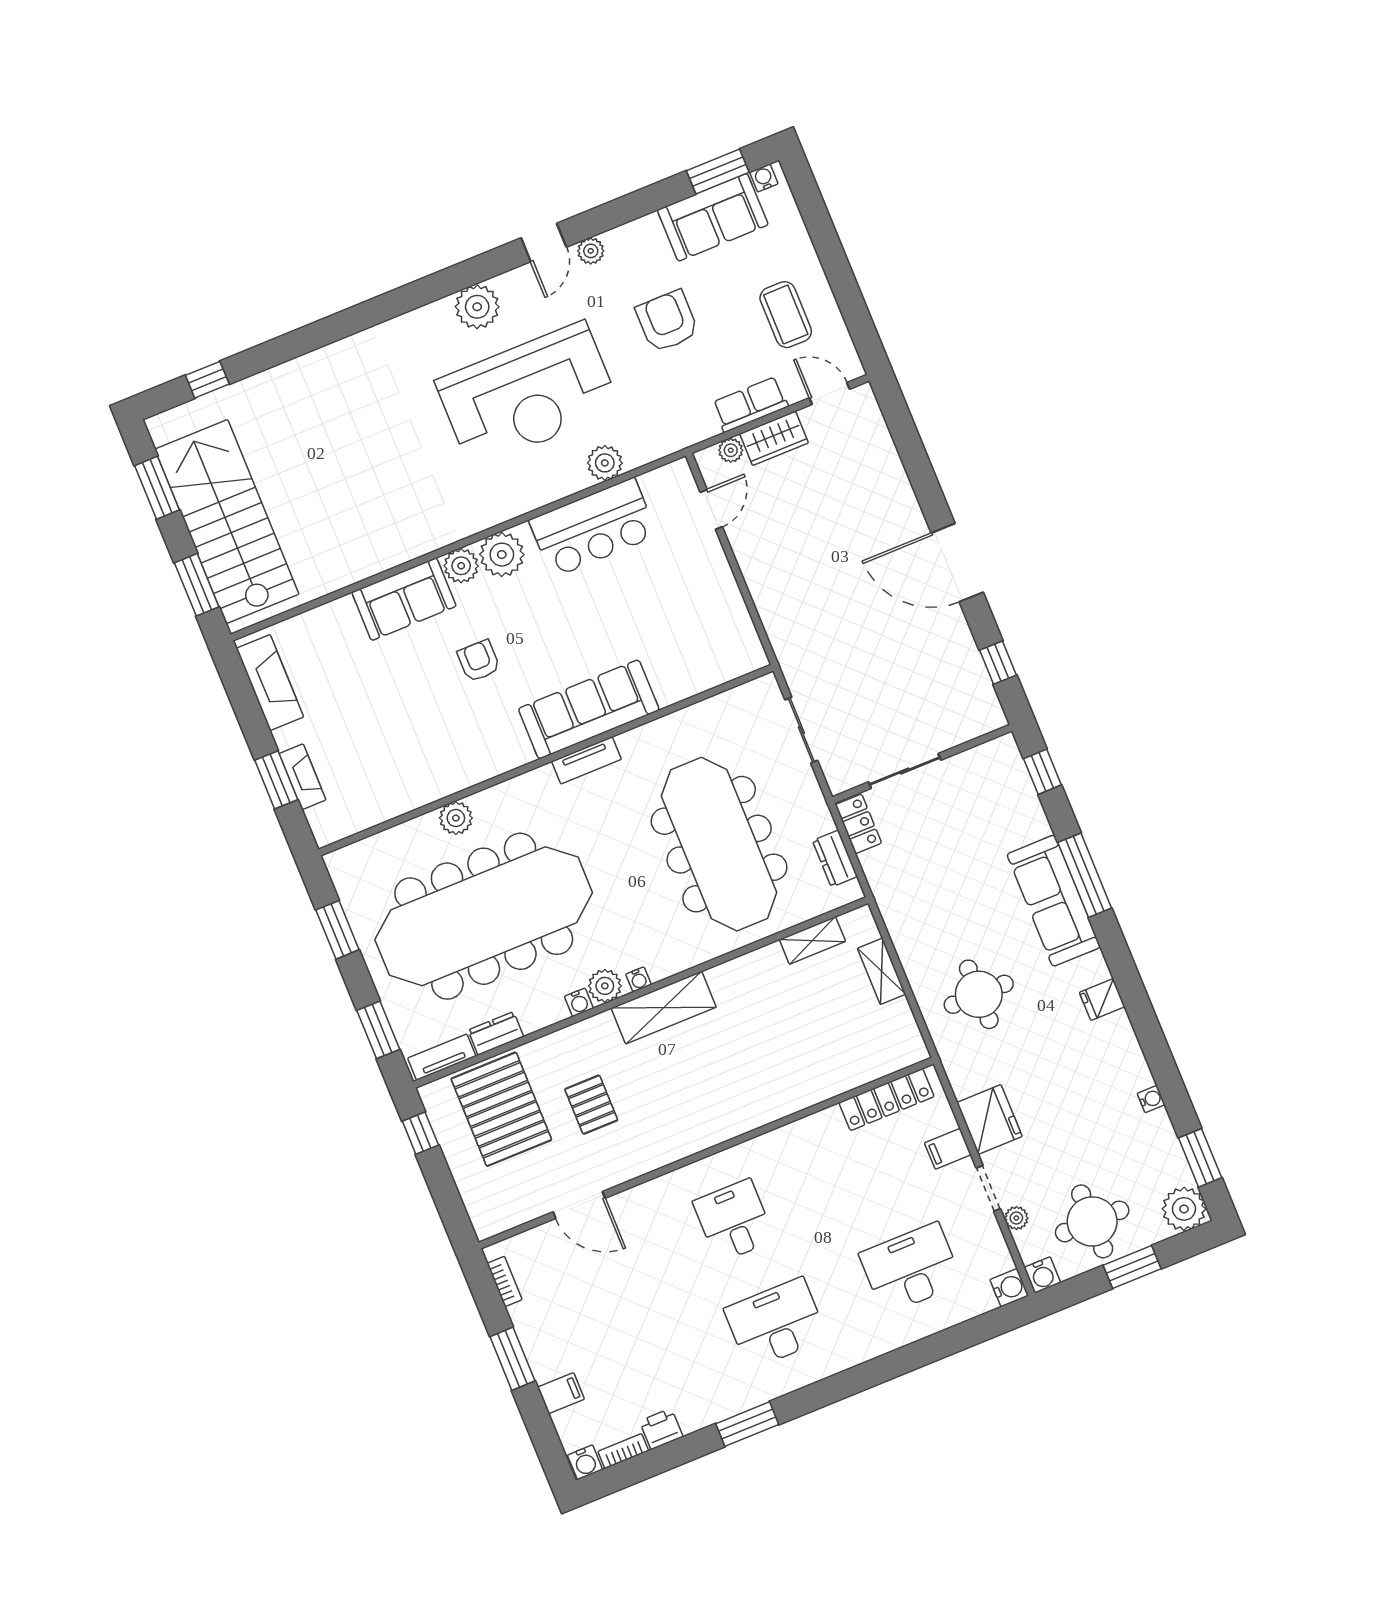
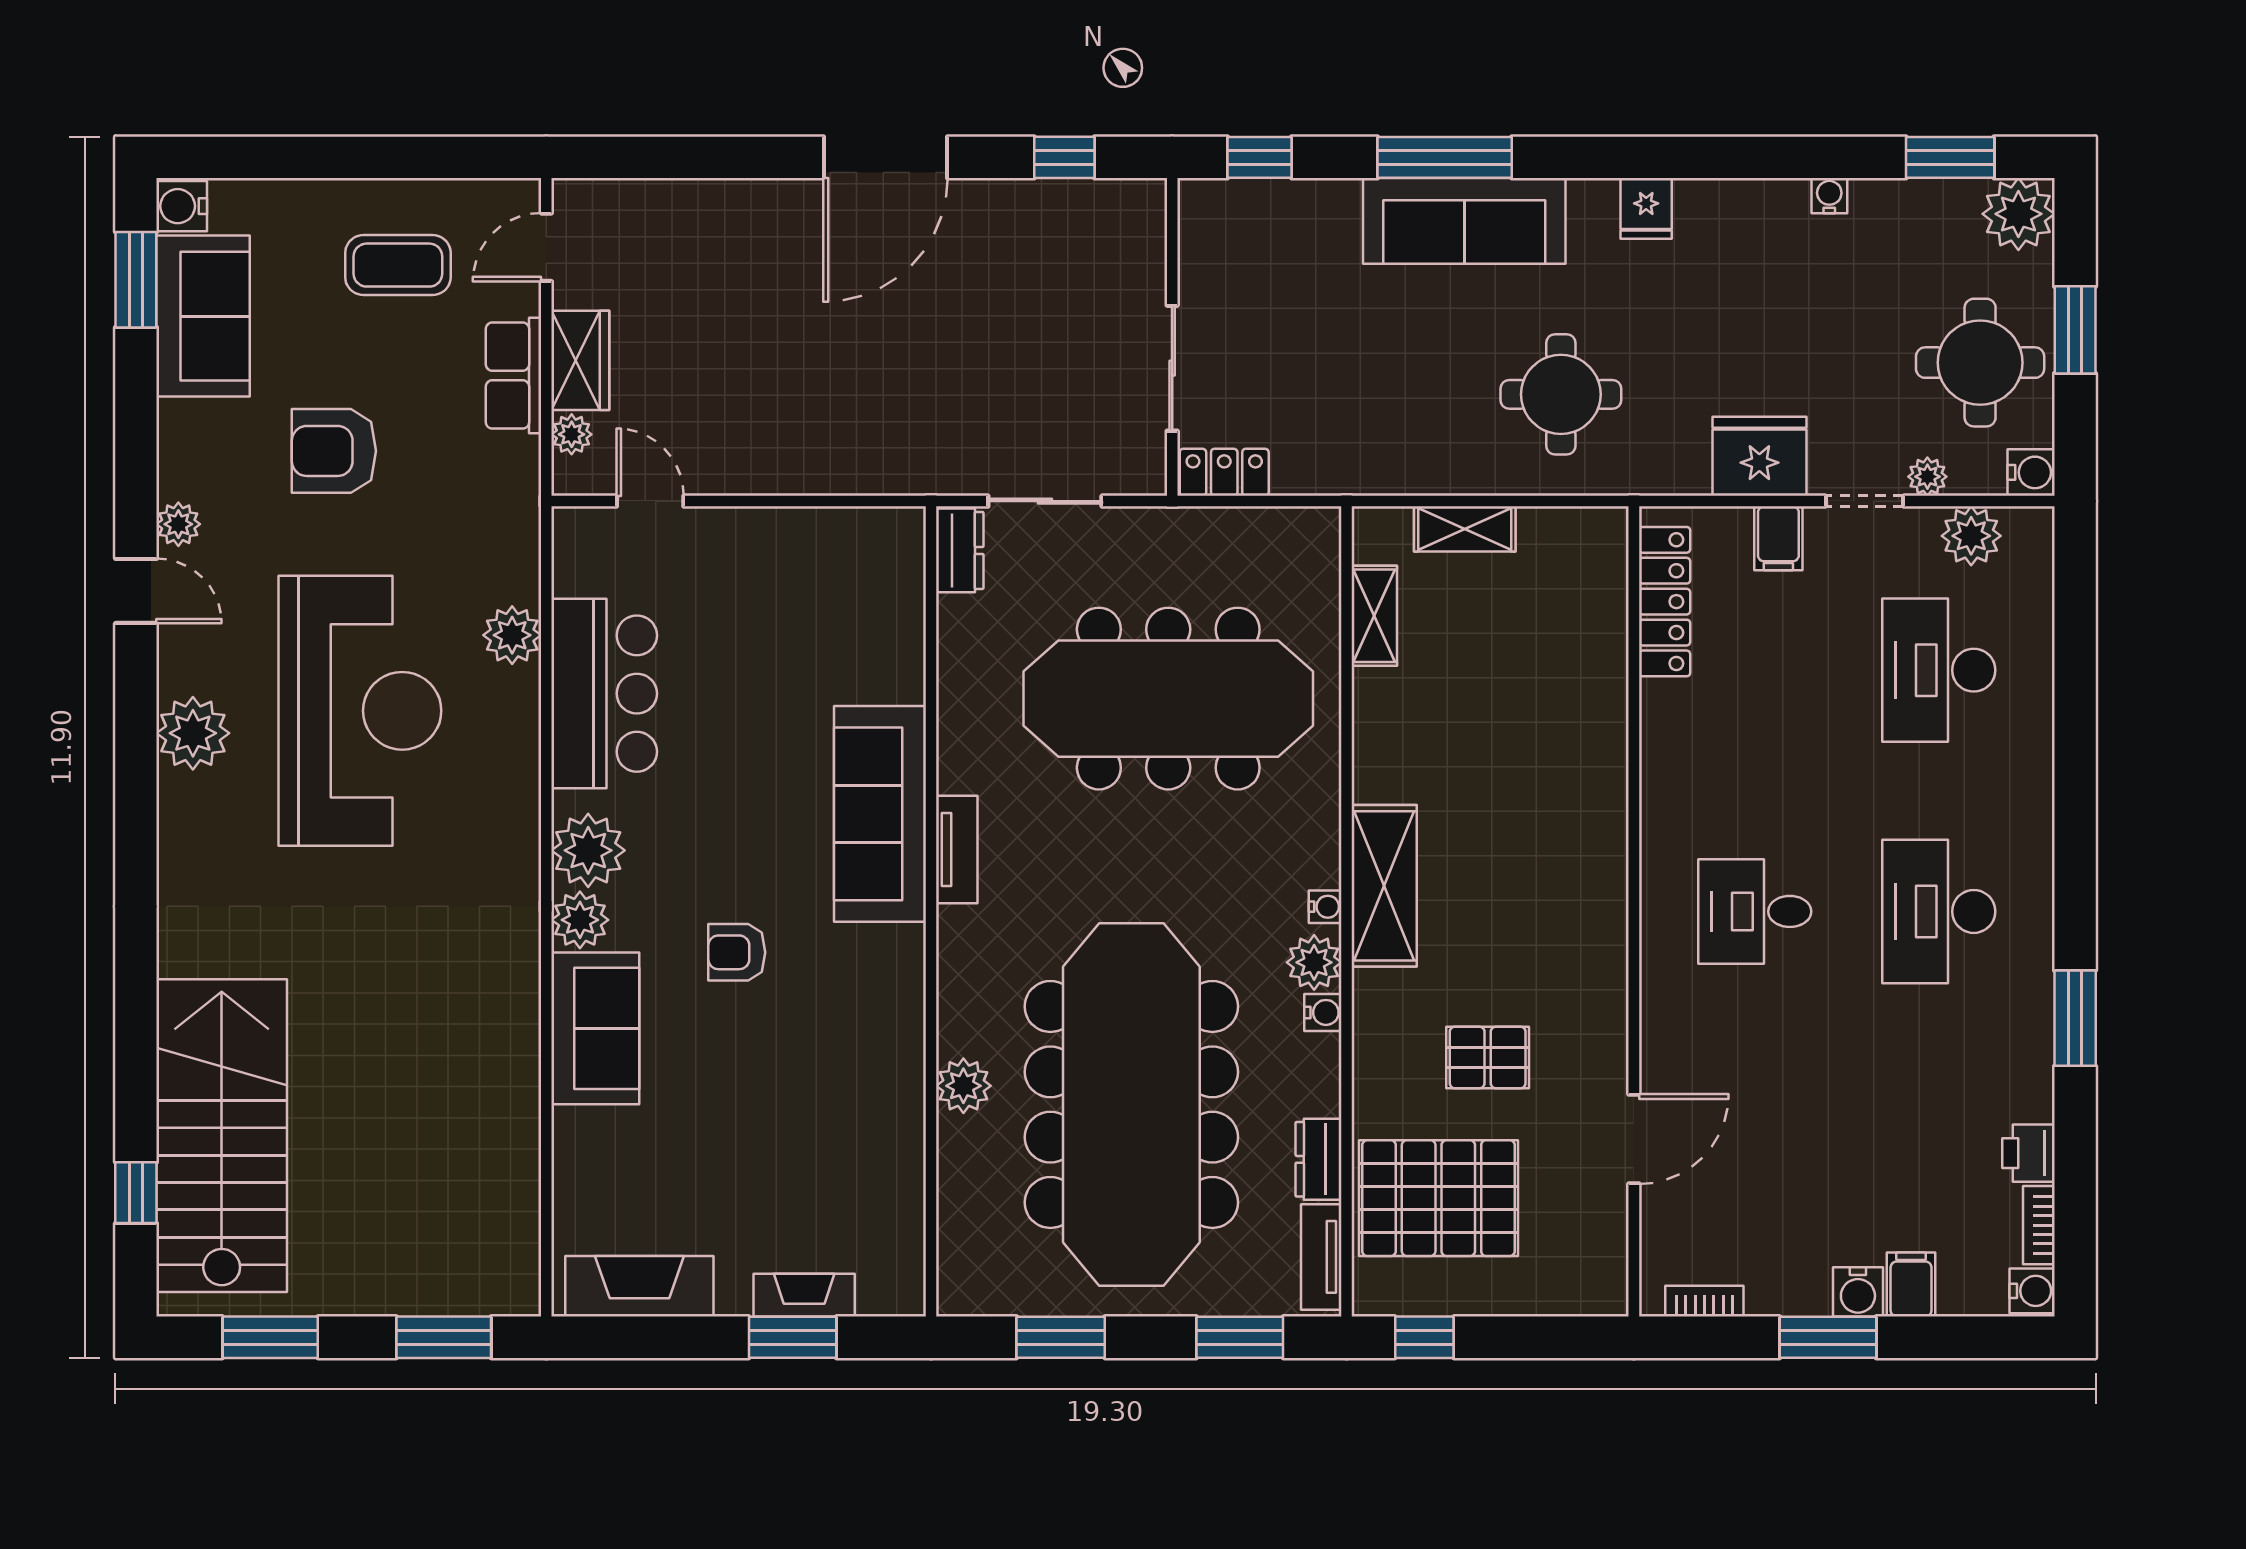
water cooler: (764, 178) -> (182, 206), width x1.38, depth x1.38
stairs: (227, 522) -> (222, 1136), moved, turned 90
dresser: (835, 859) -> (960, 550), moved, turned -90
plant: (993, 1256) -> (1971, 536), added
water cooler: (1009, 1288) -> (1858, 1292), moved, turned 180

